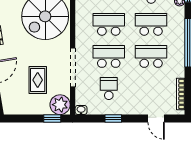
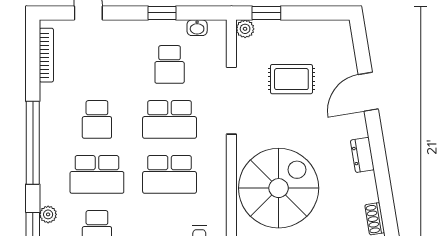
school desk: (151, 56) -> (97, 119), width x0.54
rug: (38, 80) -> (291, 79), turned 90
plant: (60, 105) -> (245, 29), width x0.53, depth x0.53
washbasin: (81, 110) -> (197, 28), moved

